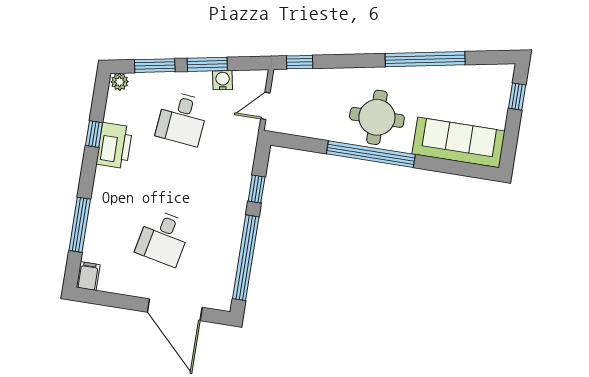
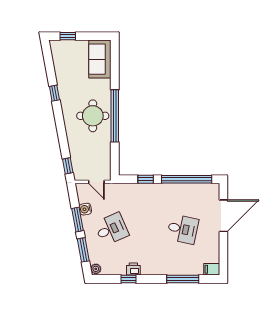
window: (425, 59) -> (54, 93), width x0.32
desk: (182, 119) -> (111, 229), turned -30
sofa: (459, 142) -> (100, 59), width x0.73
printer: (114, 146) -> (133, 269), width x0.53, depth x0.68

